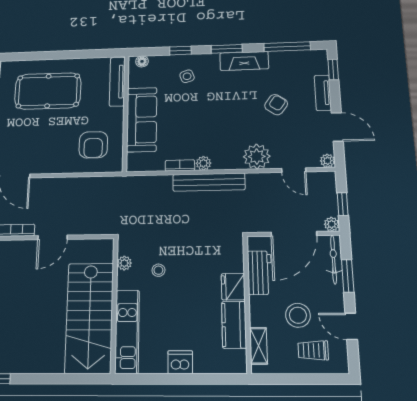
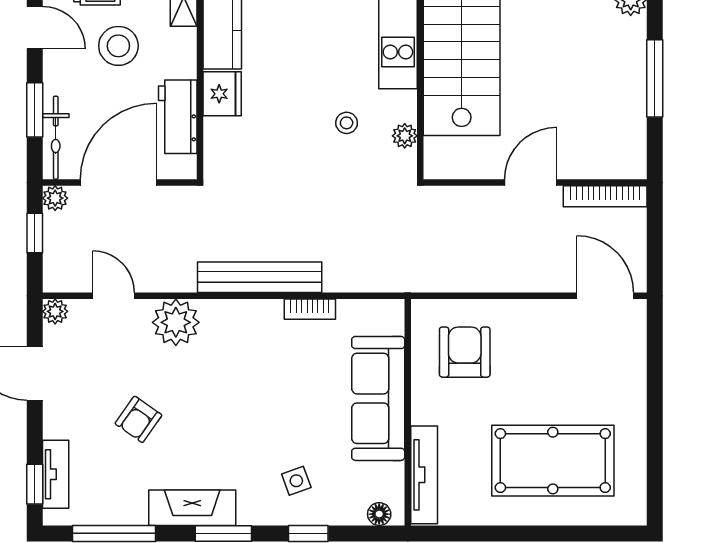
tv unit: (323, 93) -> (56, 474), moved
plant: (204, 163) -> (268, 312), removed

